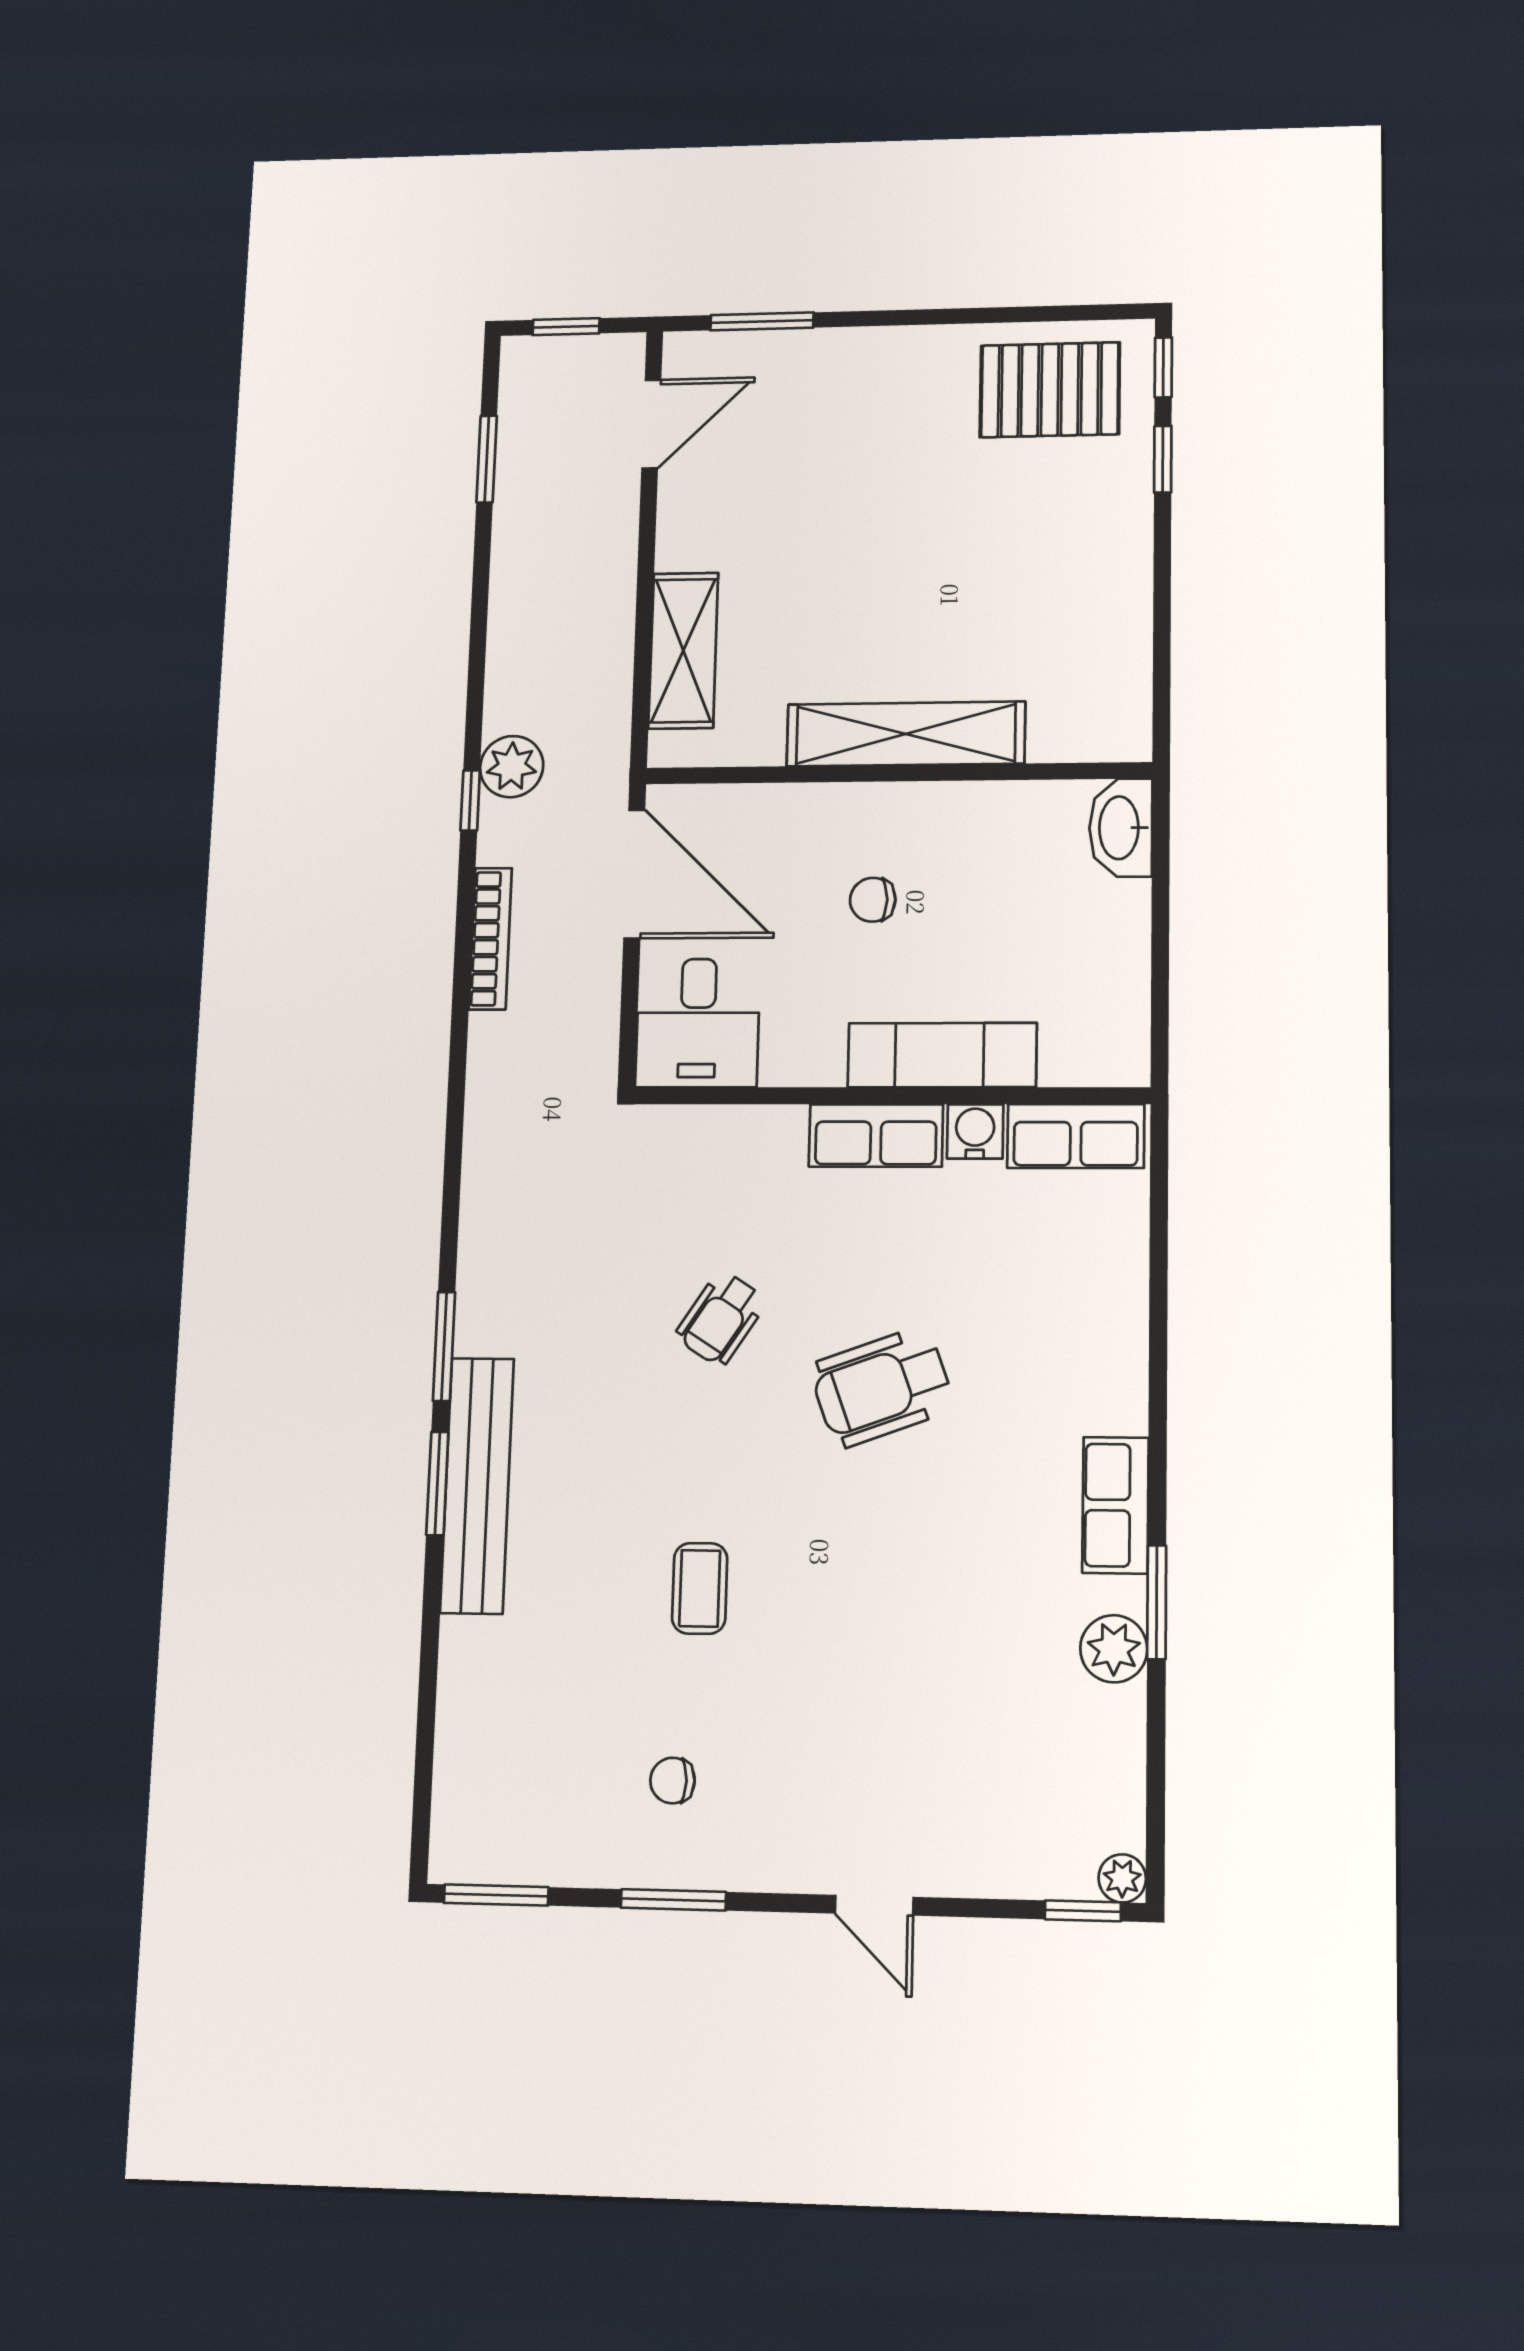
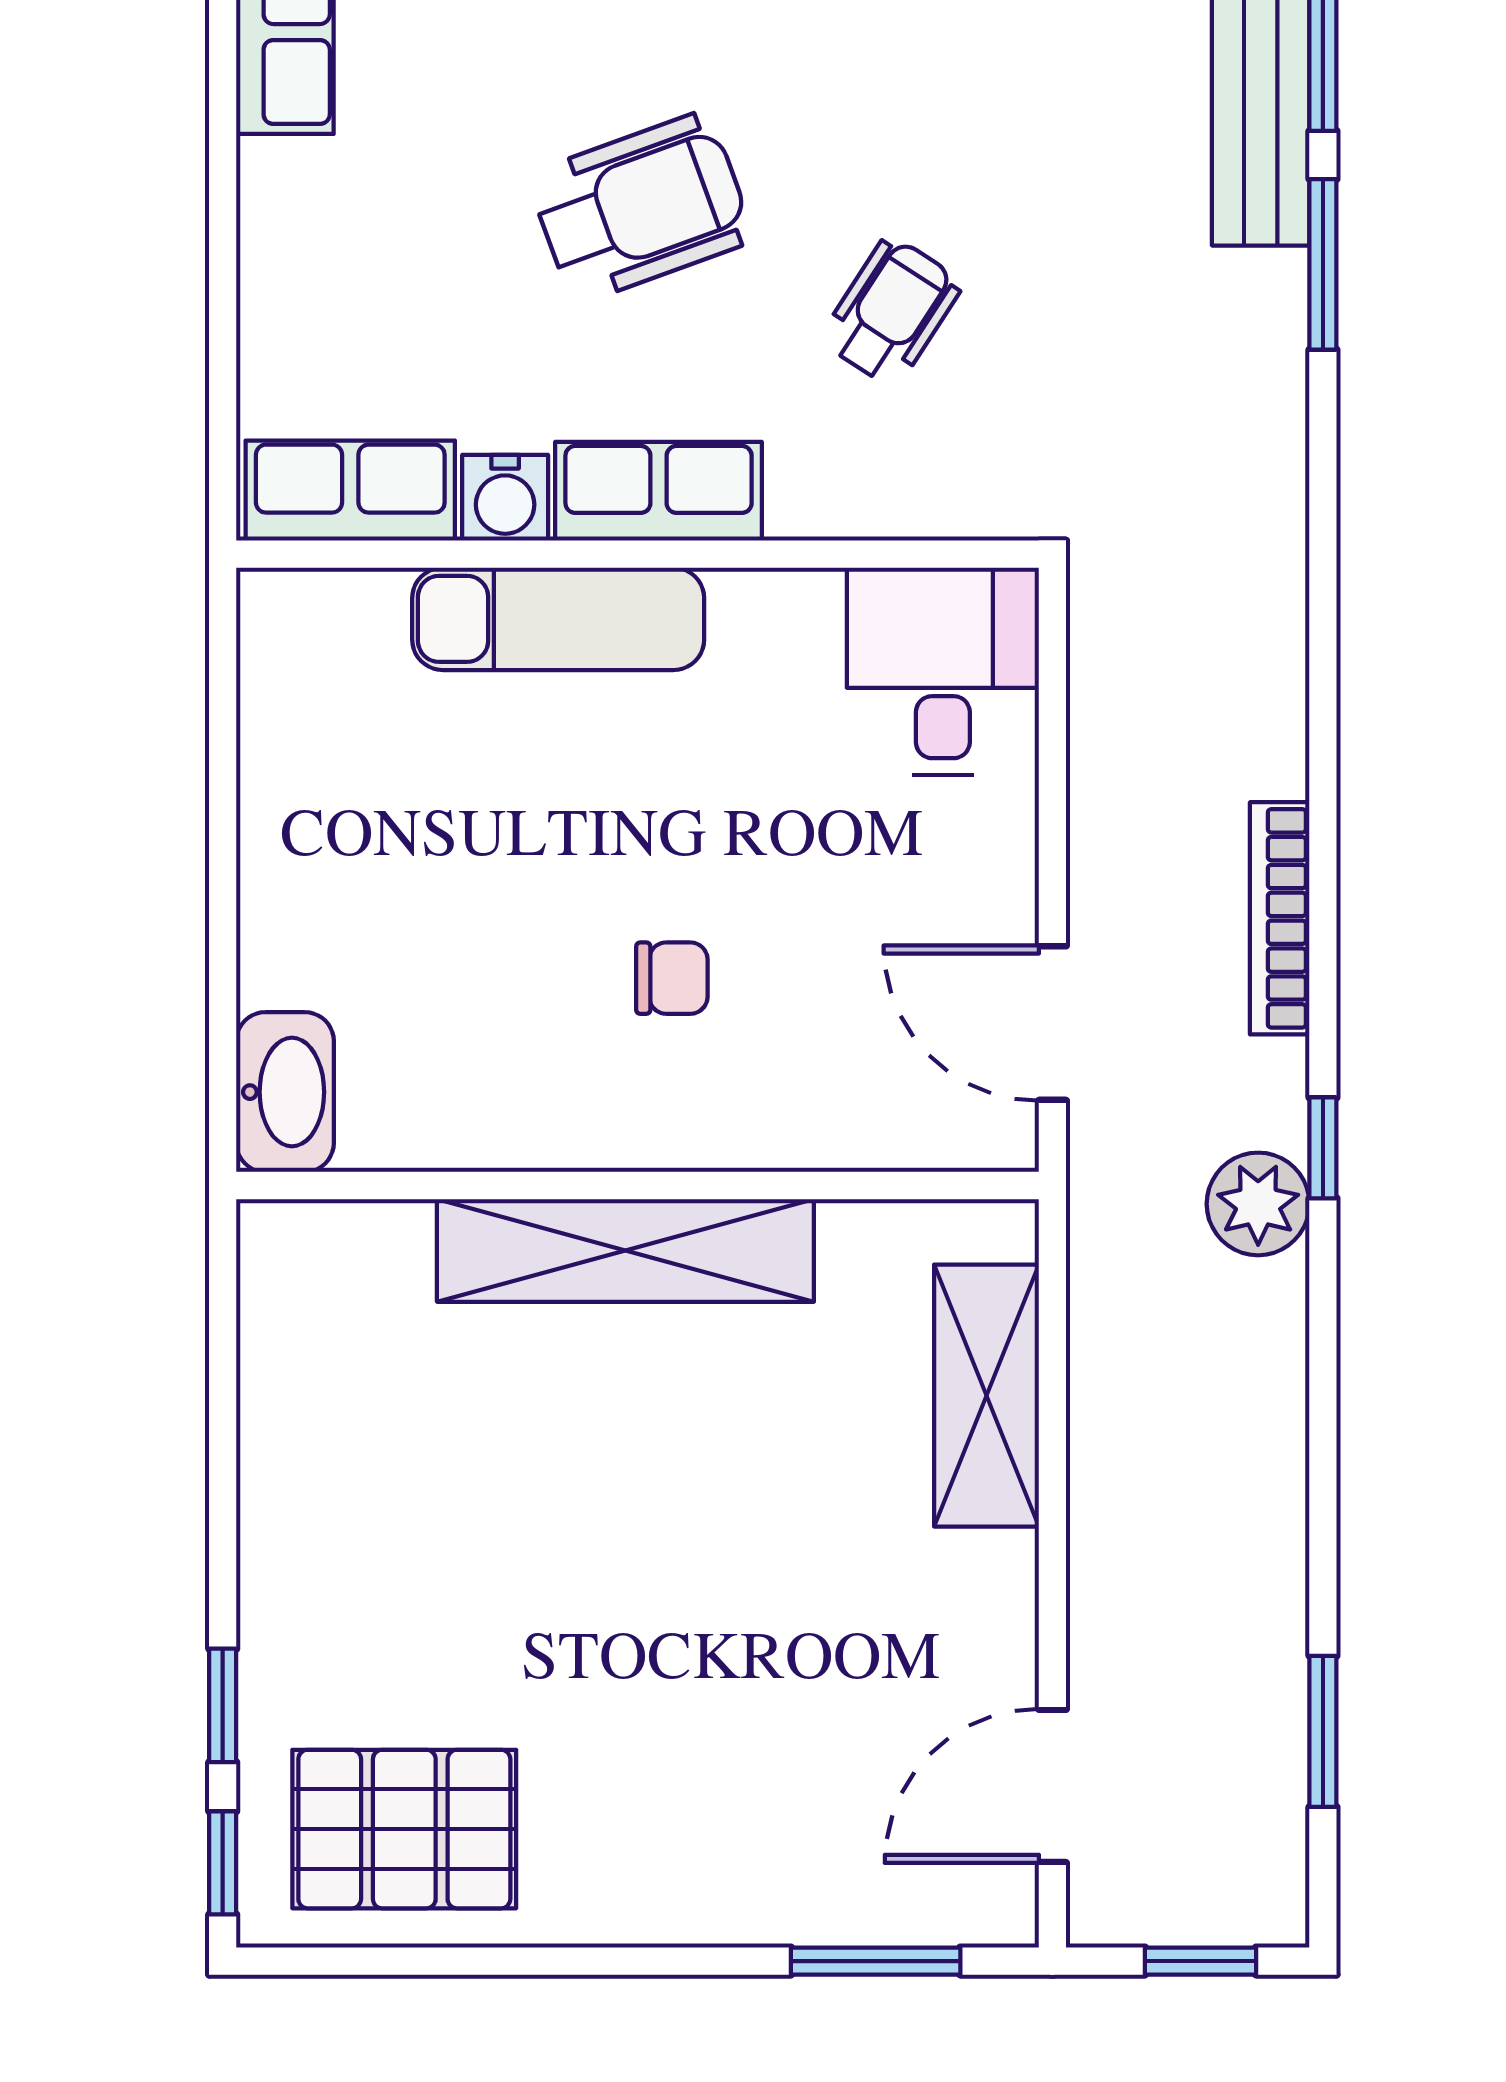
door: (634, 874) -> (1052, 1023), width x0.73
desk: (698, 1023) -> (943, 671), moved
exam couch: (942, 1055) -> (558, 619), moved
wall: (890, 1096) -> (638, 554), moved
water cooler: (975, 1131) -> (505, 498), moved
row of seats: (876, 1135) -> (659, 491), moved
row of seats: (1076, 1136) -> (350, 491), moved

